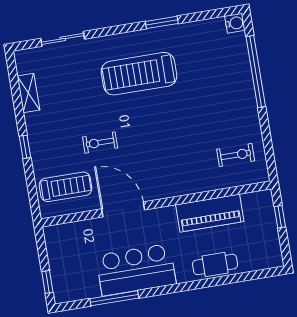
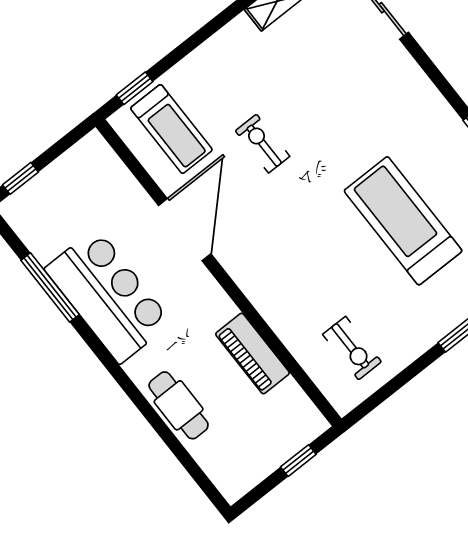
treadmill: (139, 74) -> (403, 221), moved
window: (25, 147) -> (135, 88), moved
piano: (210, 213) -> (253, 353), width x0.73, depth x0.75

